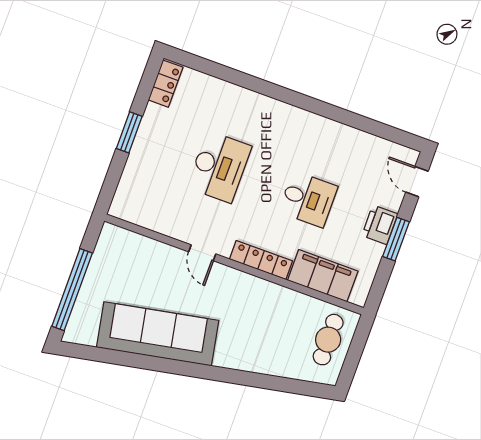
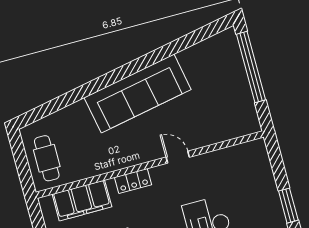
locker: (261, 260) -> (133, 181), width x0.66
sofa: (158, 334) -> (138, 93), moved

